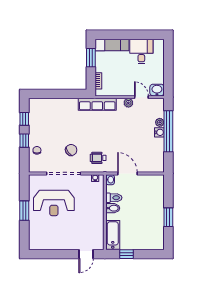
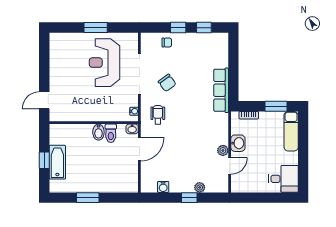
desk: (141, 51) -> (283, 179), moved
washbasin: (157, 90) -> (238, 143), moved
row of seats: (97, 104) -> (221, 90), moved
window: (168, 131) -> (189, 198), width x0.32
water cooler: (159, 132) -> (163, 187), moved
bathtub: (113, 235) -> (57, 162), moved, turned -90
door: (86, 254) -> (44, 100), hinge flipped
window: (126, 254) -> (44, 160), moved

